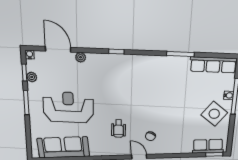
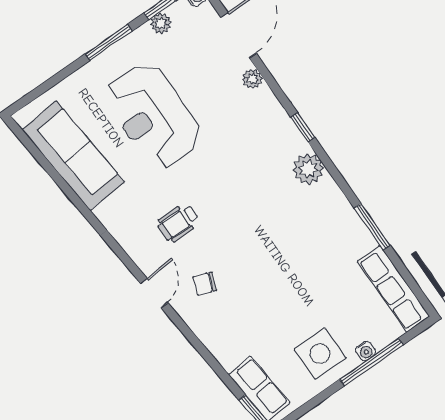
plant: (136, 62) -> (308, 169), added
reception desk: (68, 107) -> (153, 116), turned 180
side table: (214, 114) -> (320, 354), turned -37

